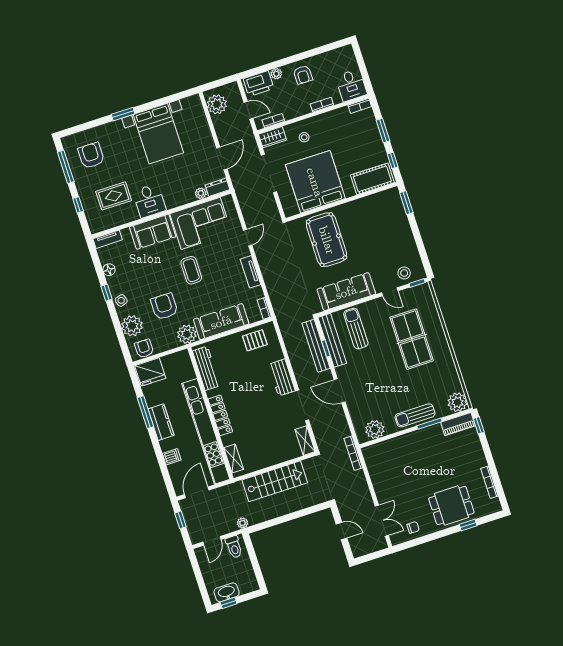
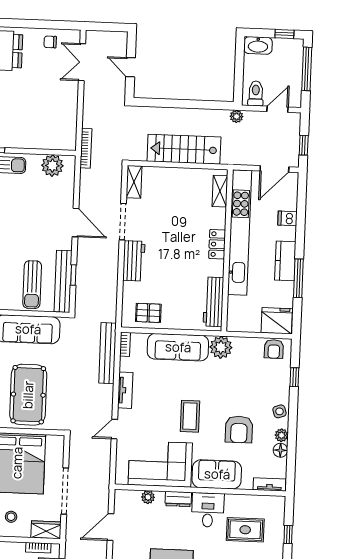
dresser: (218, 187) -> (178, 499), moved
window: (107, 293) -> (294, 377), moved
armchair: (164, 306) -> (239, 429), moved
plant: (132, 326) -> (281, 435), moved, width x0.53, depth x0.53
bench: (316, 346) -> (108, 353), moved
locker: (220, 415) -> (217, 244), width x0.66
window: (200, 582) -> (307, 69), added
washbasin: (227, 592) -> (258, 45), moved

